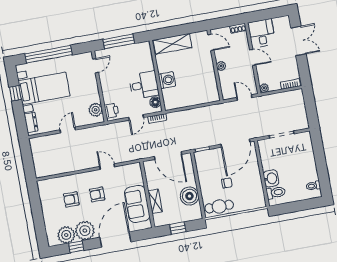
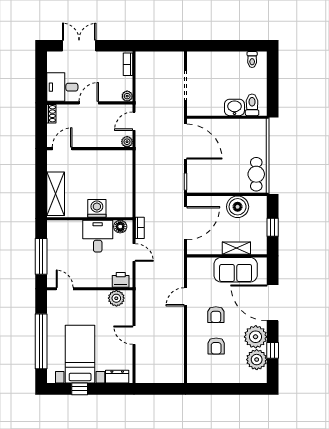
plant: (221, 66) -> (127, 142), moved
chair: (227, 183) -> (230, 160), removed

